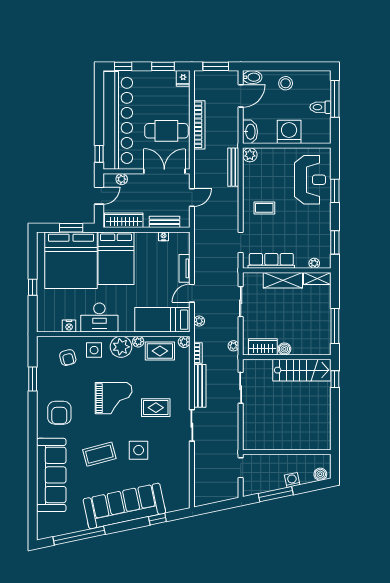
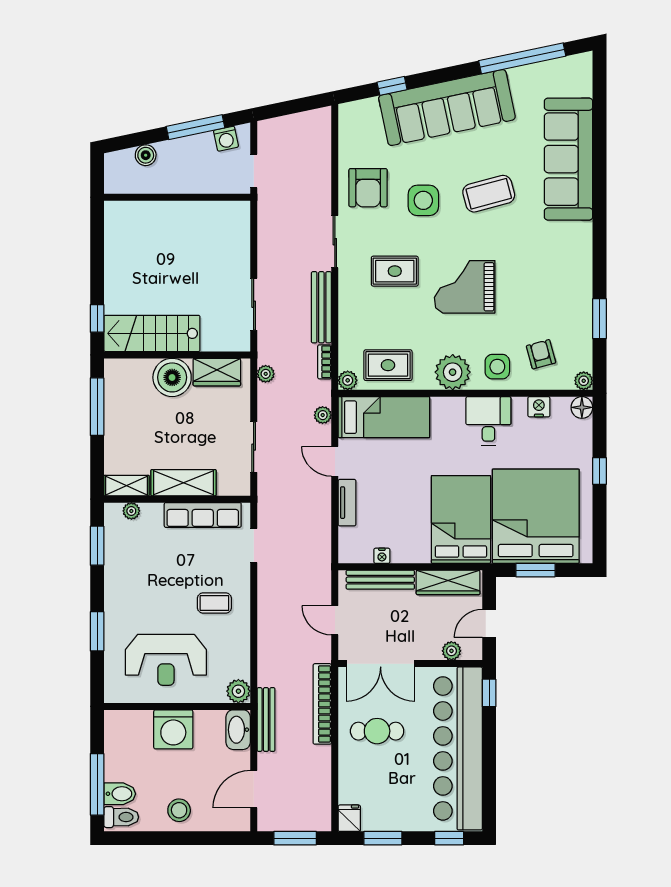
bidet: (252, 77) -> (120, 794), moved, turned 180
toilet: (320, 107) -> (121, 817), moved
bookcase: (199, 125) -> (322, 704), moved
cafe table: (166, 131) -> (377, 731), width x0.73, depth x0.74
bench: (233, 167) -> (266, 719), moved
reception desk: (310, 180) -> (166, 660), moved, turned -90
door: (192, 198) -> (335, 620), hinge flipped
bench: (164, 222) -> (380, 580), width x1.36
door: (192, 293) -> (335, 461), swing flipped
desk: (99, 317) -> (488, 421), width x0.73
floor lamp: (43, 326) -> (582, 407), added
plant: (138, 342) -> (584, 381), moved
boiler: (284, 349) -> (172, 377), width x1.86, depth x1.86
armchair: (59, 413) -> (368, 188), moved, turned 180
boiler: (320, 474) -> (146, 155), moved
washing machine: (292, 480) -> (226, 139), moved

